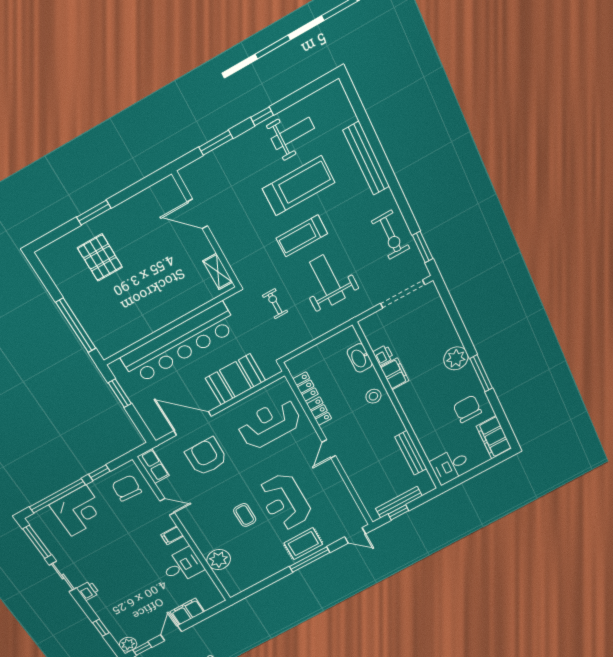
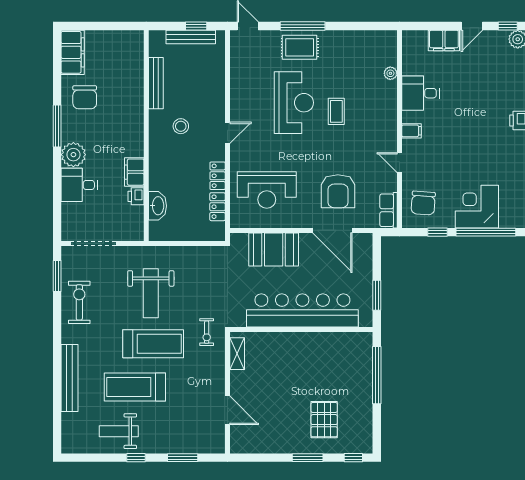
treadmill: (302, 236) -> (153, 344), width x1.37, depth x1.37
window: (50, 238) -> (353, 458), added
exercise bike: (275, 304) -> (207, 332), moved
stool: (373, 396) -> (181, 126), moved
desk: (450, 466) -> (79, 185), moved, turned 180
plant: (219, 560) -> (390, 73), width x0.53, depth x0.53

